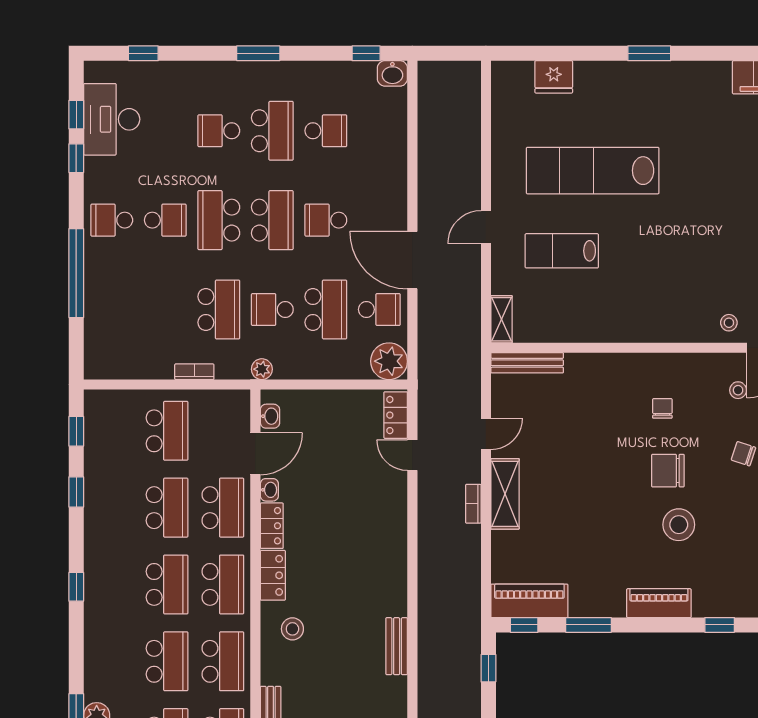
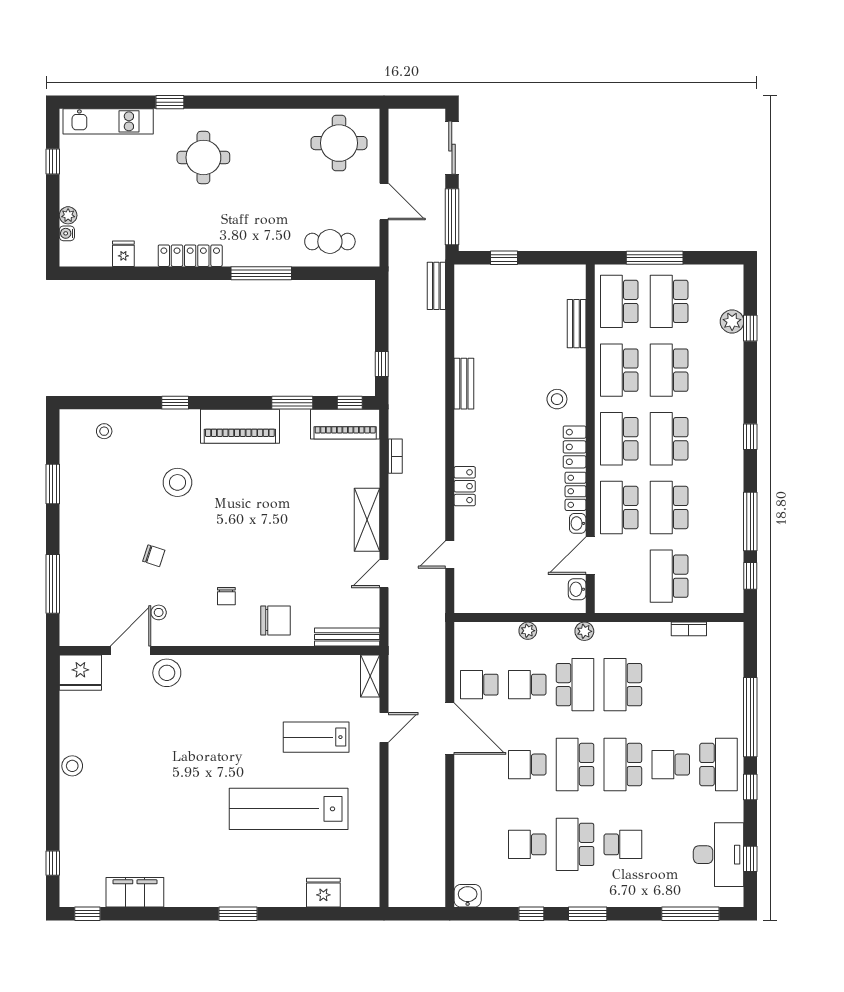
window: (143, 53) -> (690, 914), width x2.17
window: (366, 53) -> (531, 914), moved
window: (76, 158) -> (750, 787), moved
lab bench: (593, 171) -> (289, 809), turned 180
school desk: (112, 220) -> (719, 765), width x1.85
school desk: (219, 220) -> (623, 765), turned 180
school desk: (326, 220) -> (527, 765), turned 180
door: (486, 227) -> (384, 727), moved
lab bench: (562, 251) -> (316, 737), turned 180
school desk: (272, 309) -> (575, 685), width x1.85
school desk: (326, 309) -> (527, 685), width x0.54
stool: (729, 323) -> (167, 673), width x1.89, depth x1.89
plant: (389, 361) -> (528, 631), moved, width x0.53, depth x0.53
bookcase: (194, 372) -> (689, 629), moved
locker: (396, 415) -> (465, 486), moved
door: (412, 455) -> (450, 554), swing flipped
chair: (668, 471) -> (276, 620), moved
window: (76, 492) -> (750, 522), width x2.17
bookcase: (473, 504) -> (395, 456), moved
stool: (679, 525) -> (177, 482), moved
piano: (659, 603) -> (240, 426), width x1.37, depth x1.33

